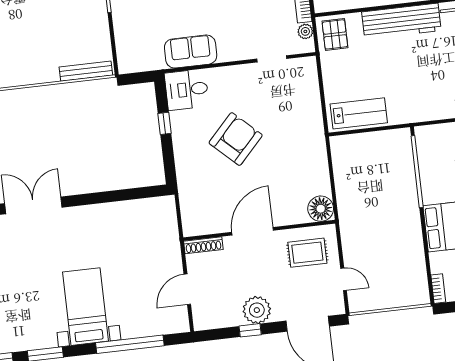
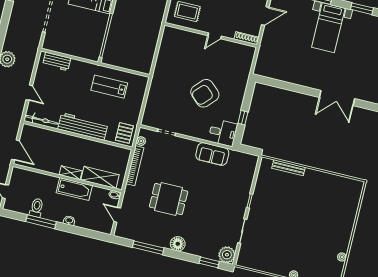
bench: (86, 71) -> (288, 168), moved
lab bench: (359, 113) -> (109, 87), moved
floor lamp: (321, 209) -> (170, 34), removed
door: (253, 231) -> (215, 36), width x0.53

